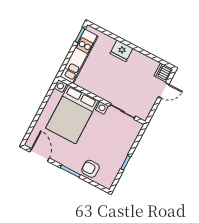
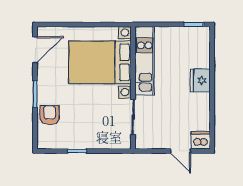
kitchen unit: (79, 56) -> (145, 61), moved, turned -90

